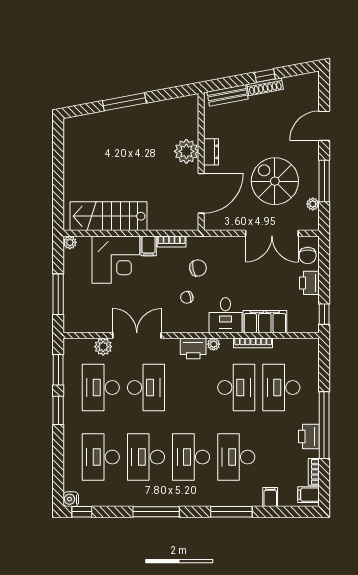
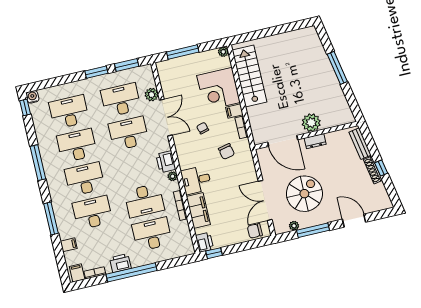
printer: (309, 283) -> (204, 242), moved, turned 90
chair: (187, 297) -> (203, 128), moved
desk: (146, 387) -> (129, 133), turned 180

